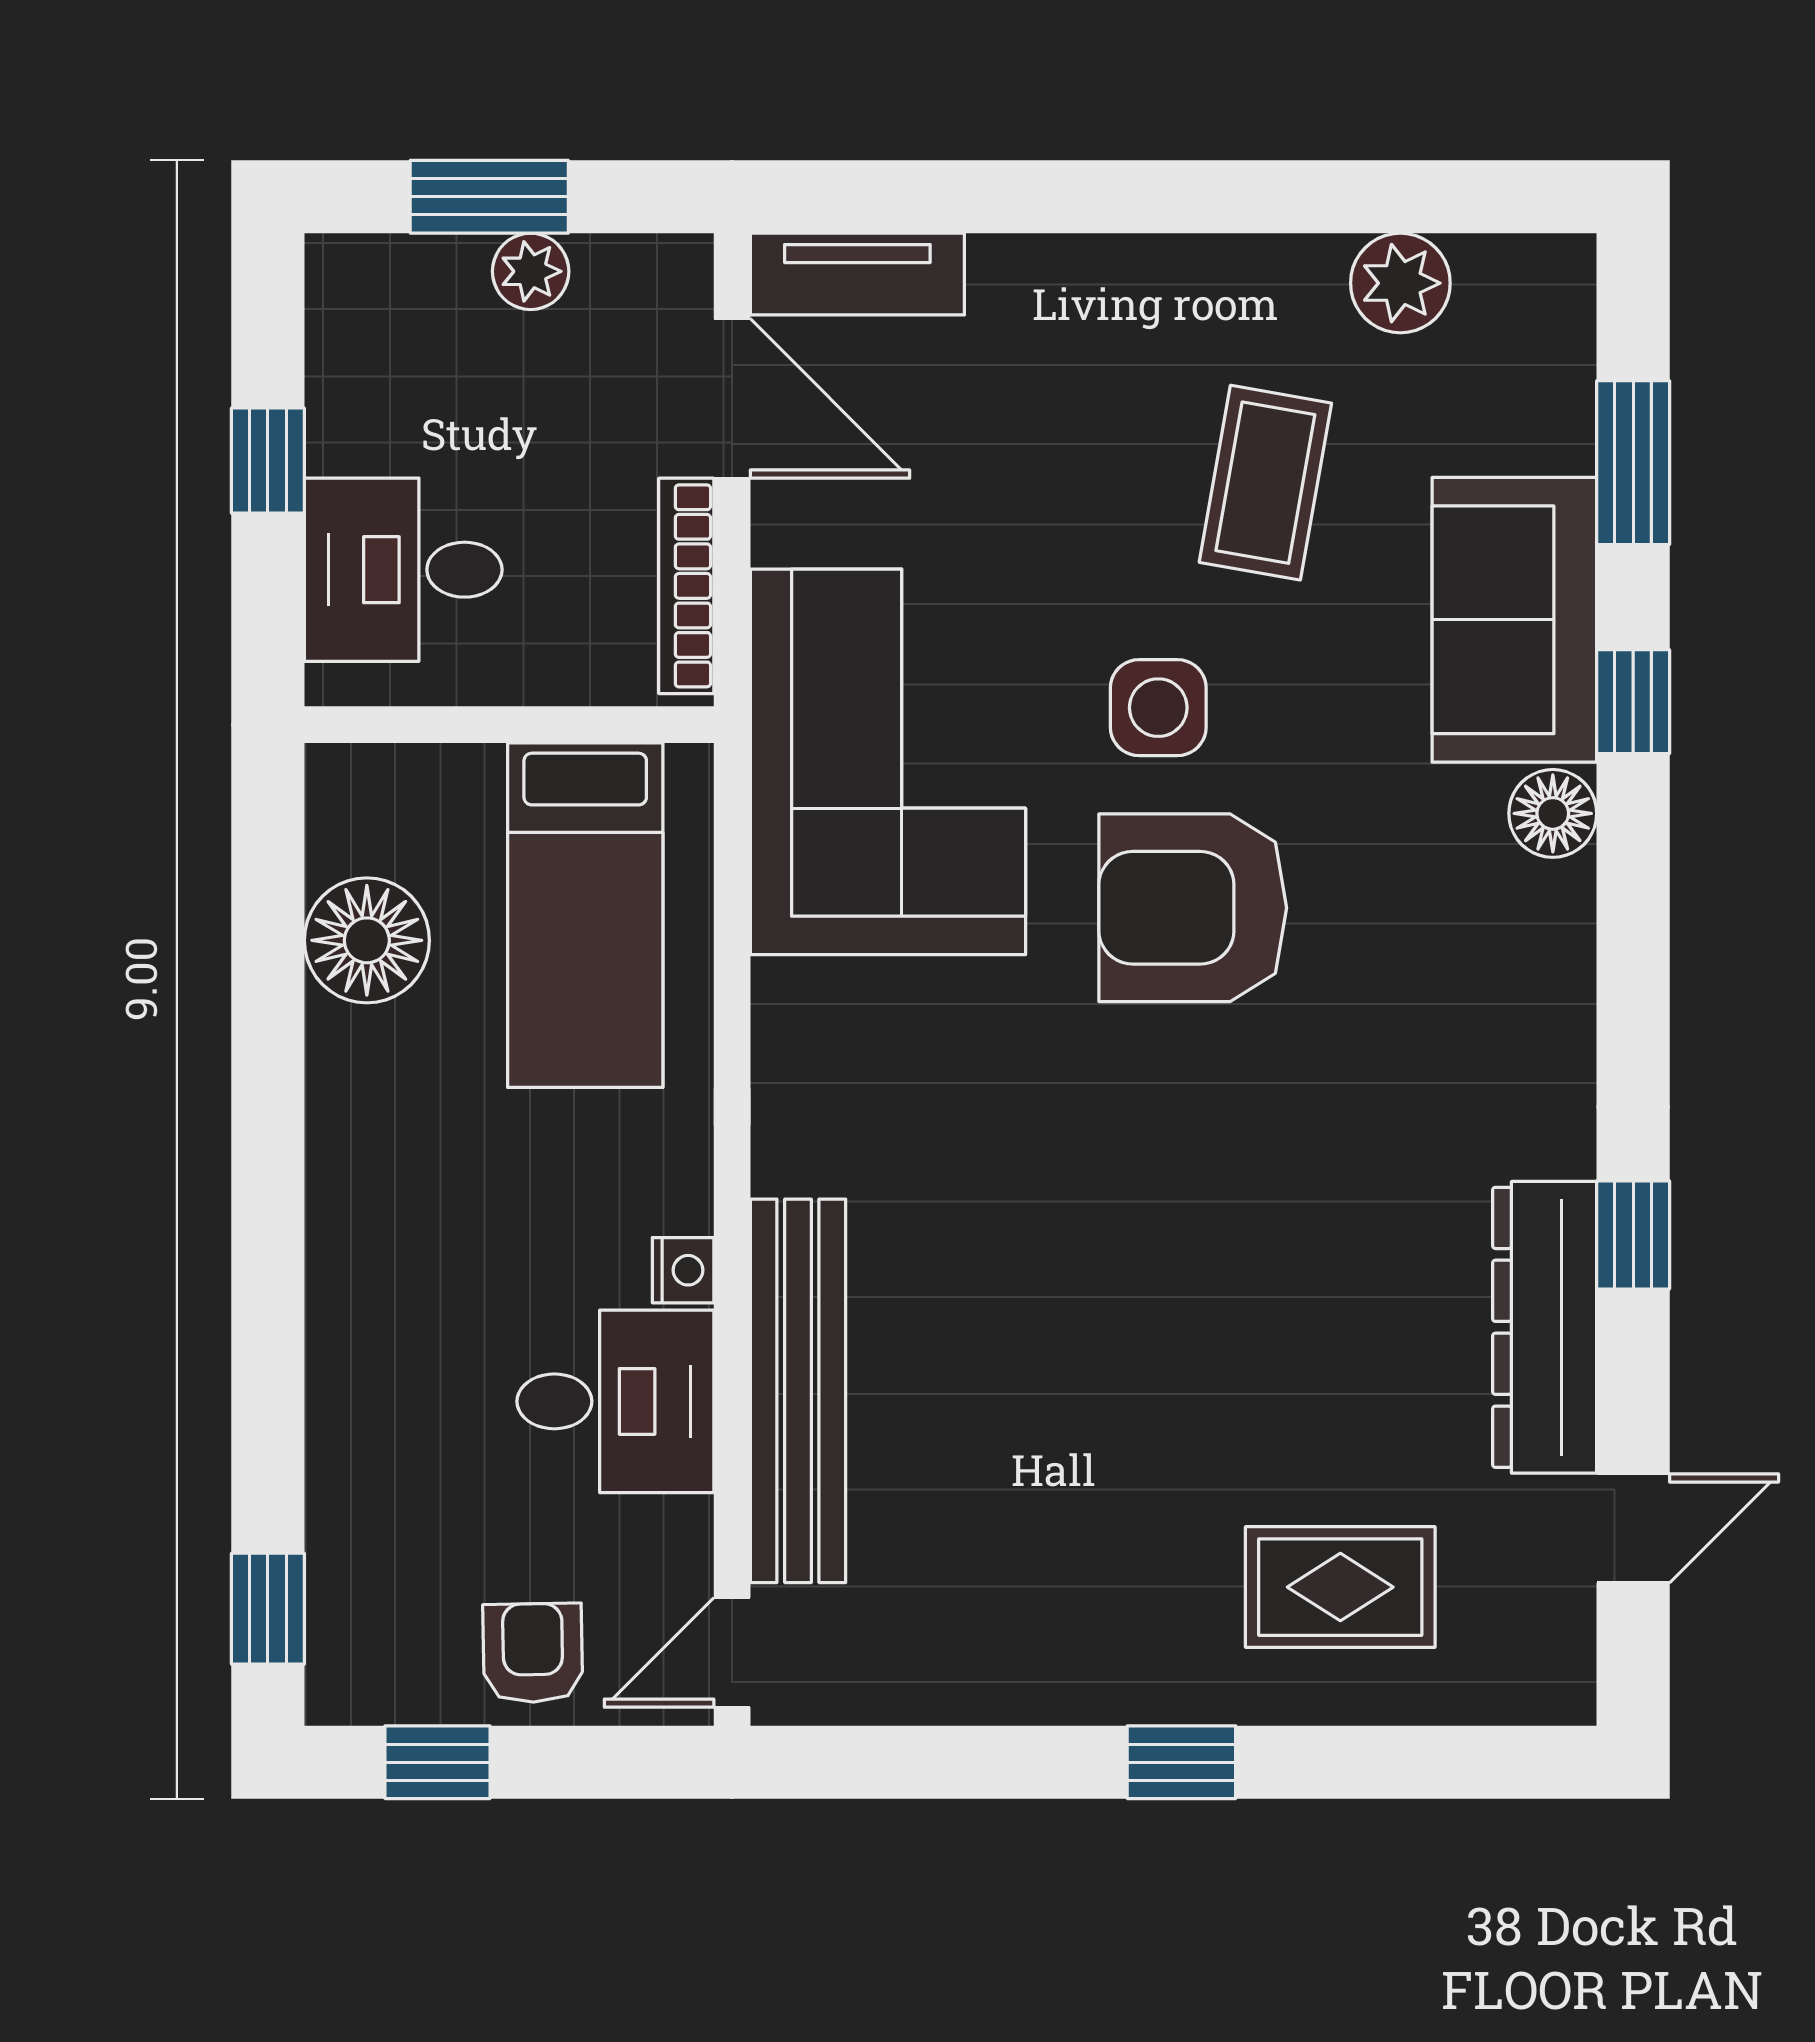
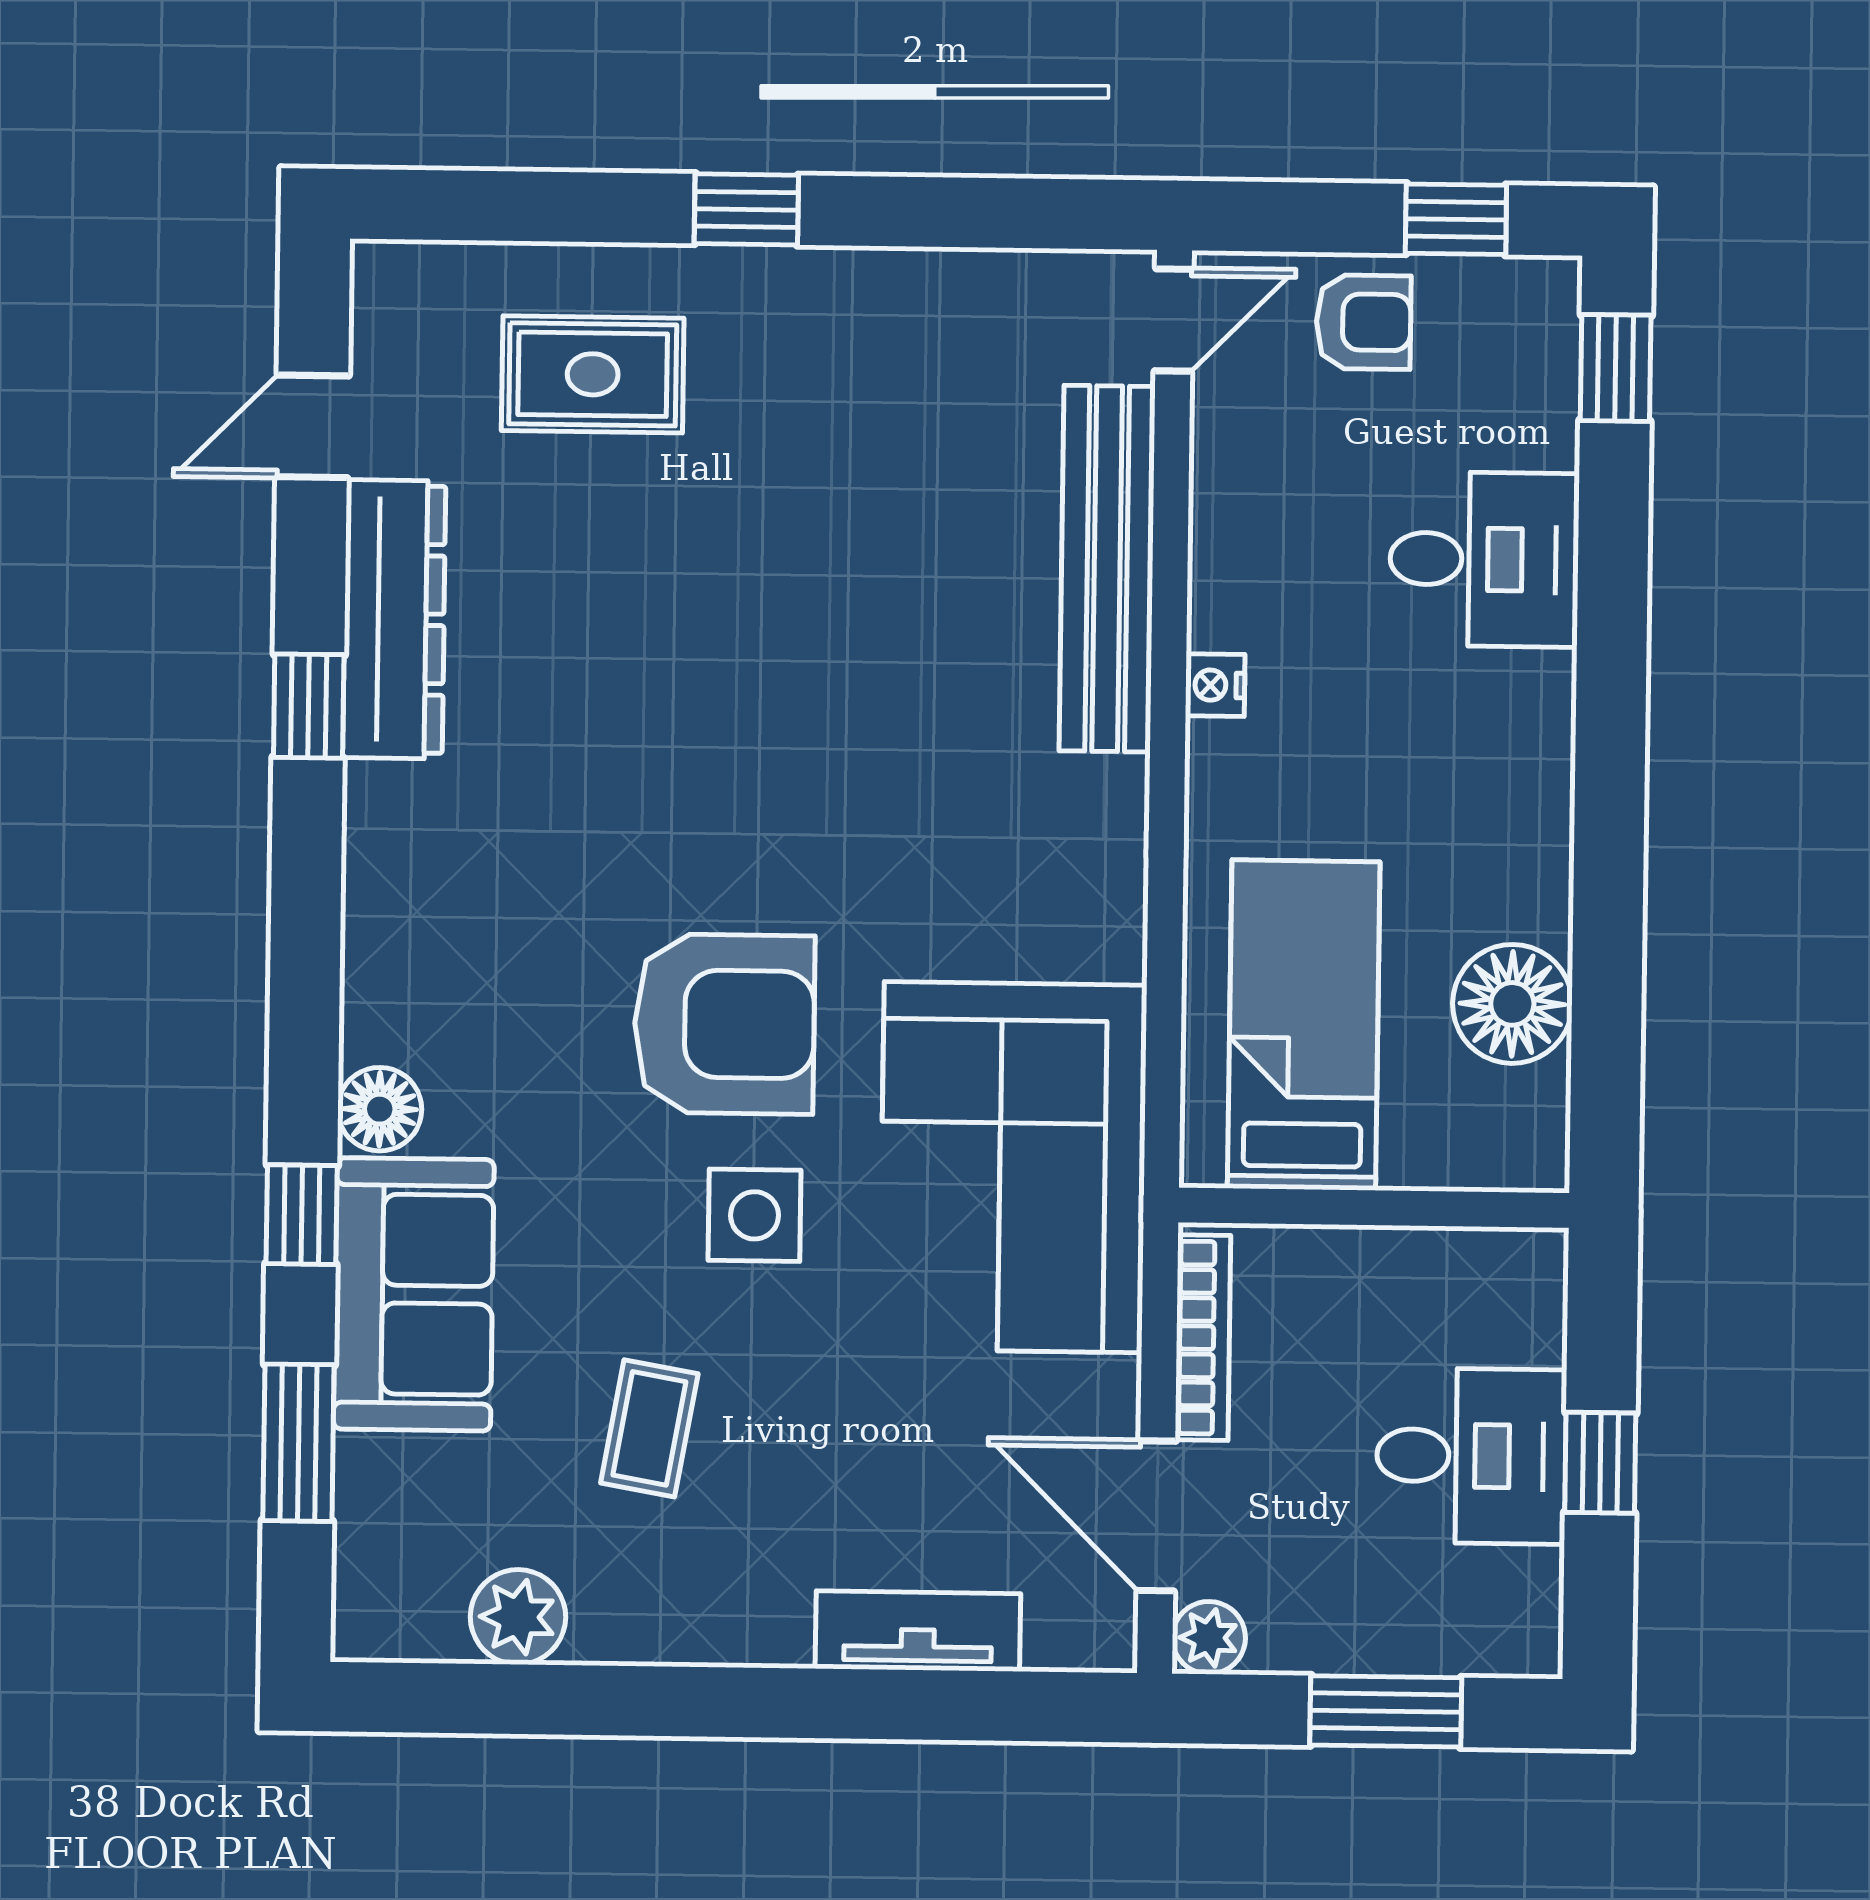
plant: (531, 271) -> (1209, 1638), moved
tv unit: (857, 274) -> (918, 1631), moved
coffee table: (1265, 483) -> (649, 1428), width x0.73, depth x0.77
desk: (403, 570) -> (1471, 1456), moved
desk: (615, 1401) -> (1484, 559), moved, turned 180
armchair: (533, 1653) -> (1364, 322), turned -89

